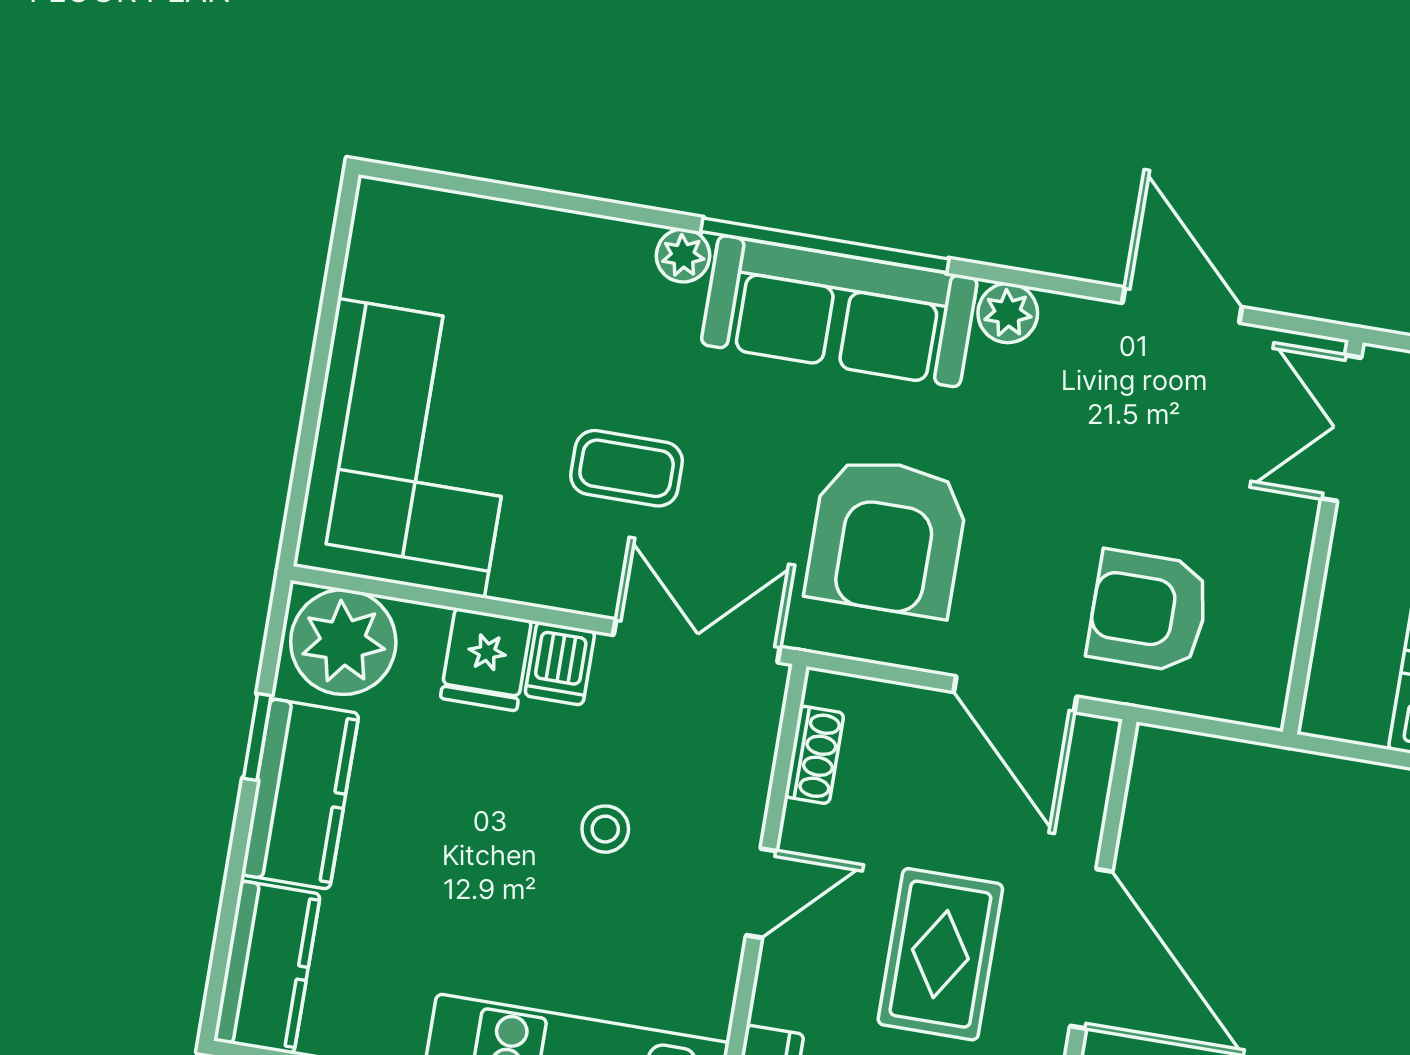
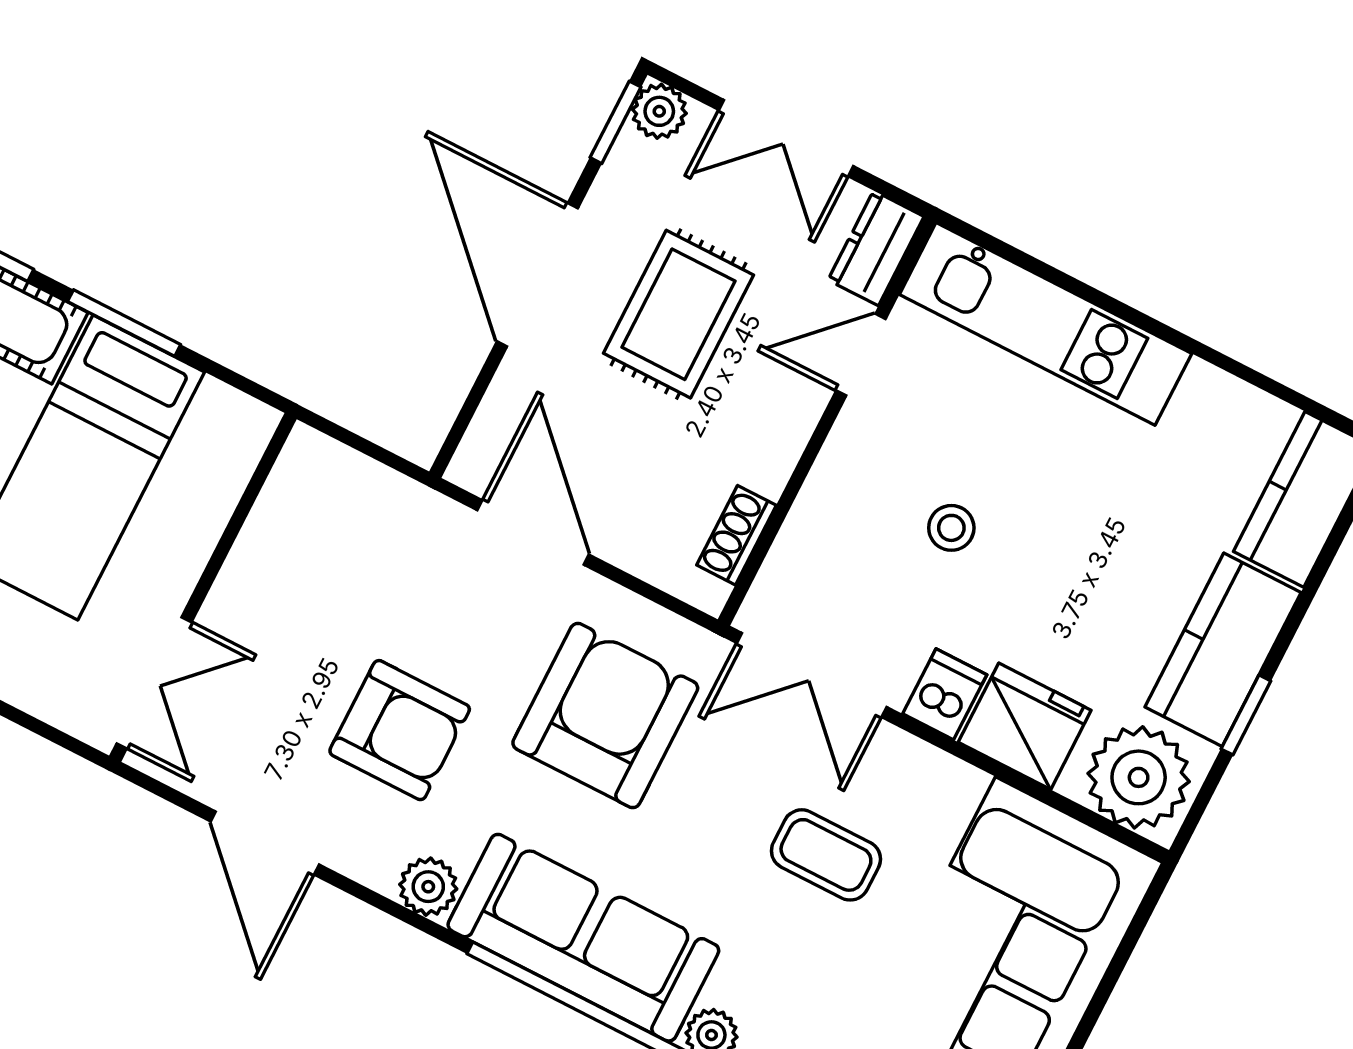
armchair: (1148, 611) -> (400, 730), moved
fridge: (486, 659) -> (1025, 726), width x1.38
door: (761, 893) -> (861, 355), moved

